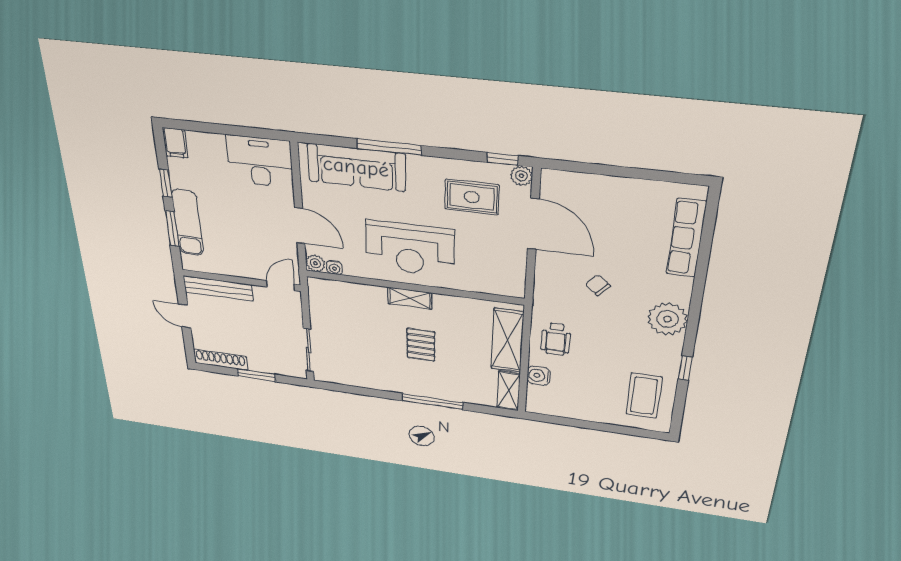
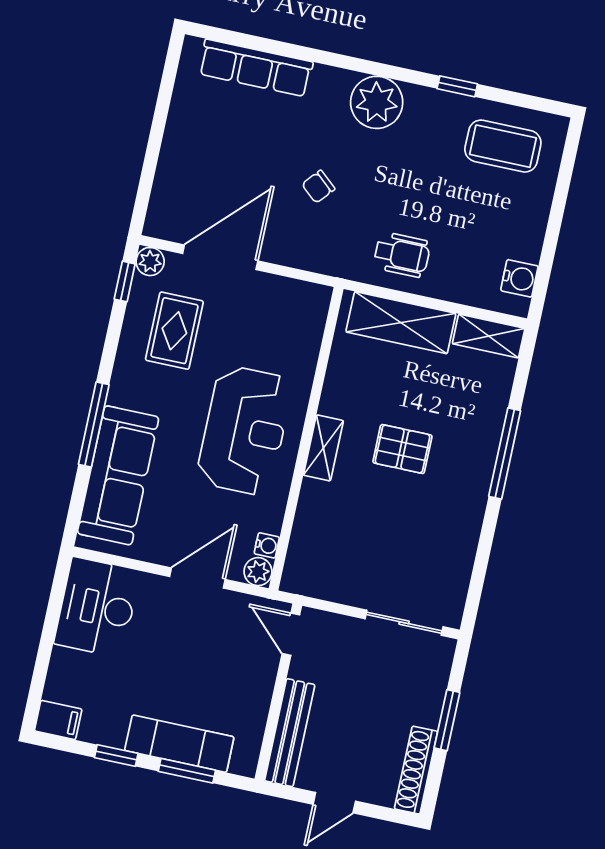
water cooler: (539, 376) -> (519, 278), moved, turned -90

